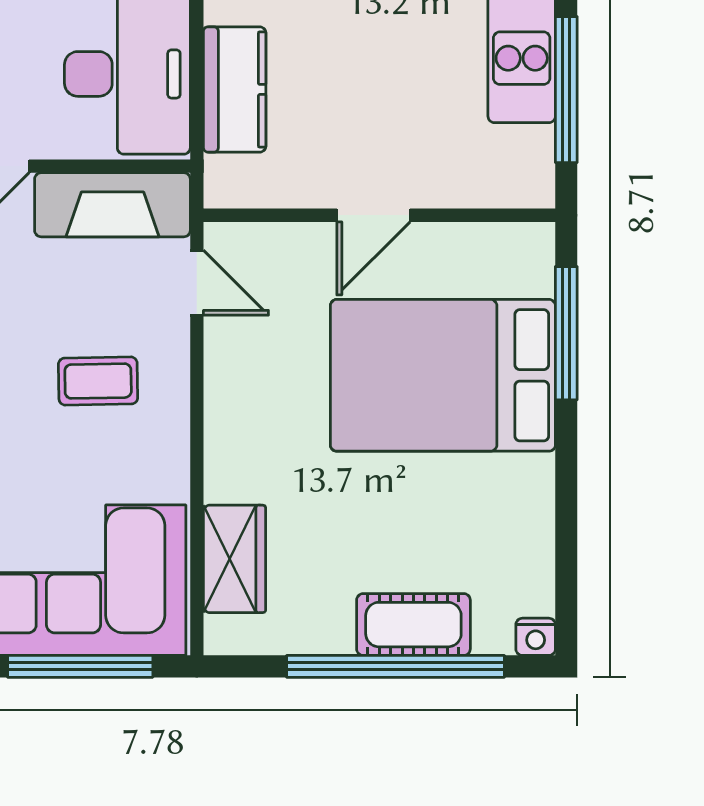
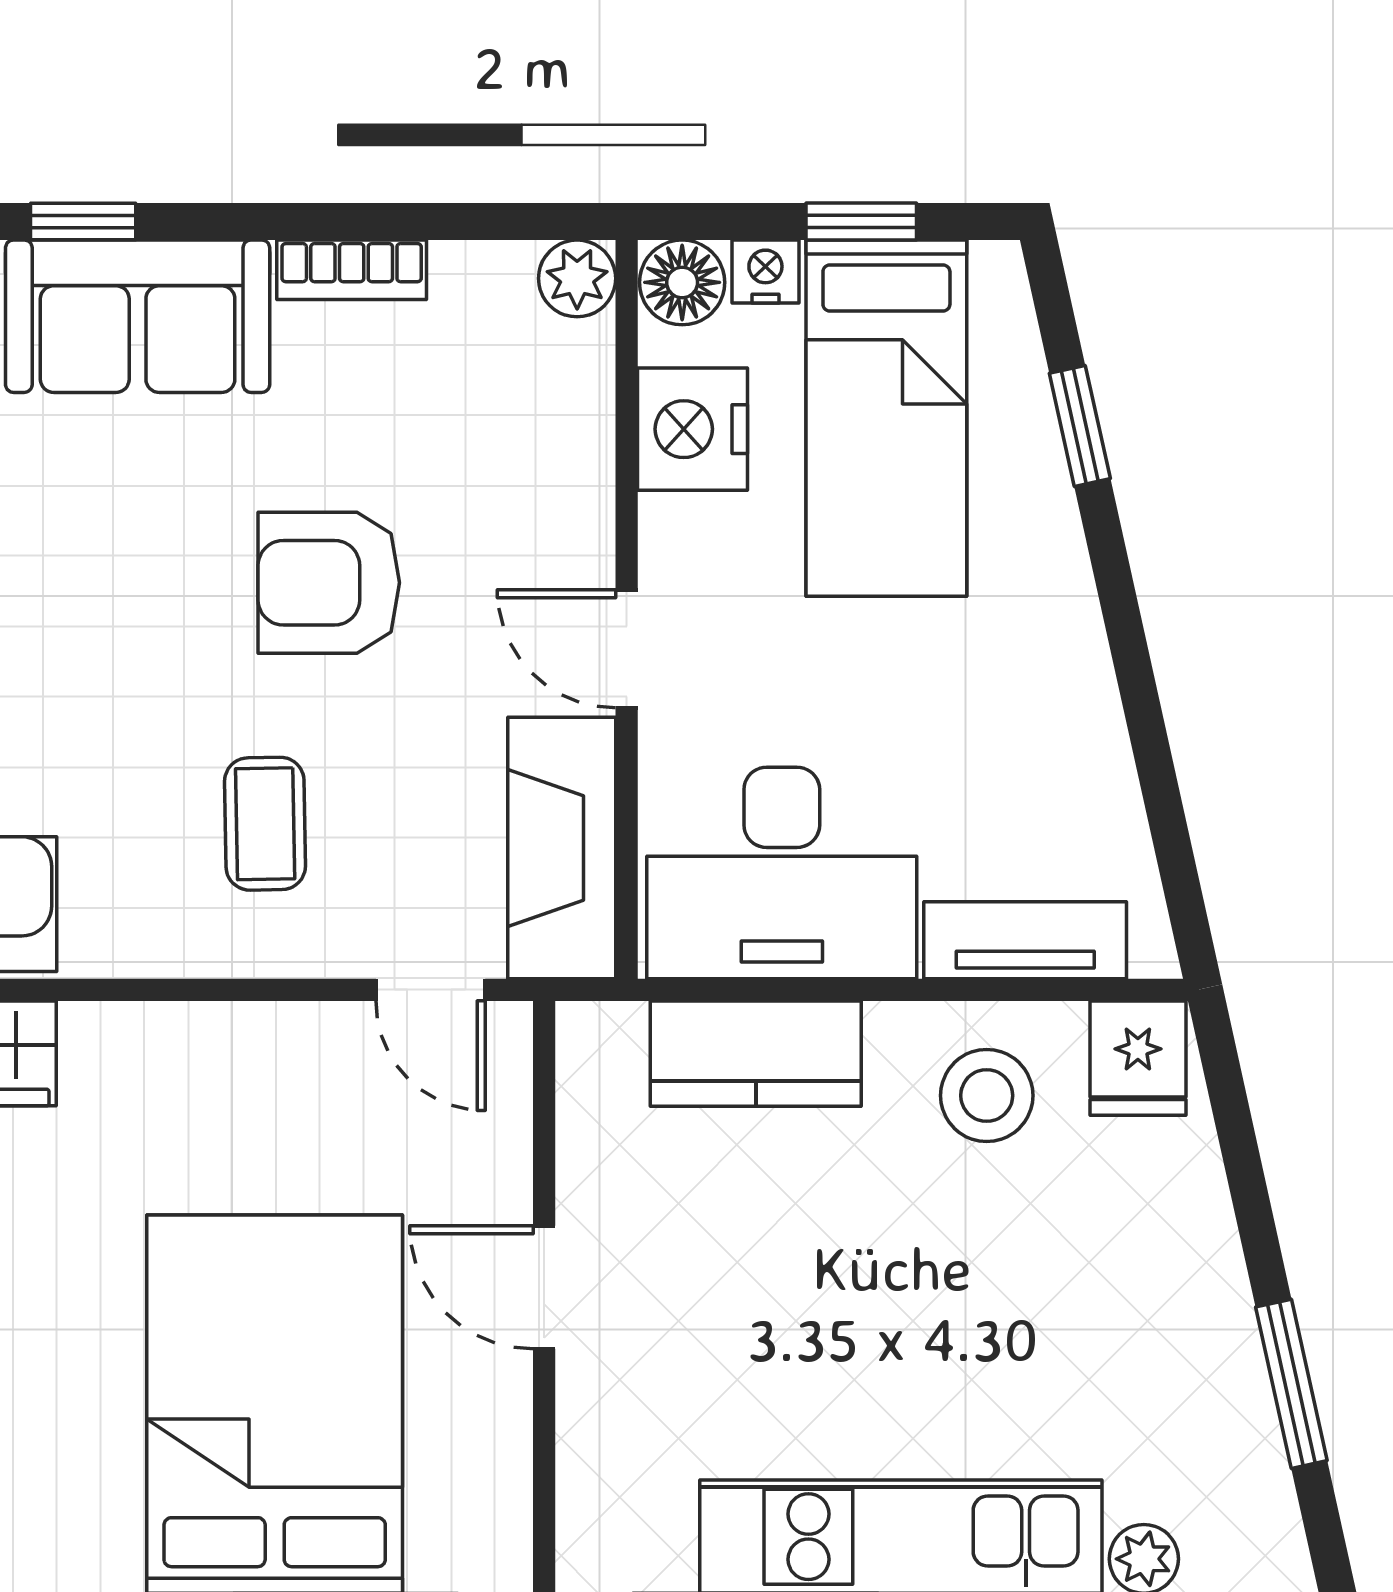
door: (197, 283) -> (431, 990), hinge flipped

